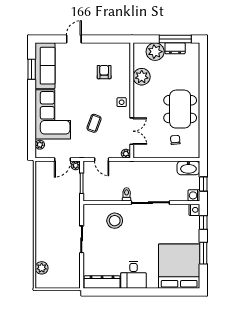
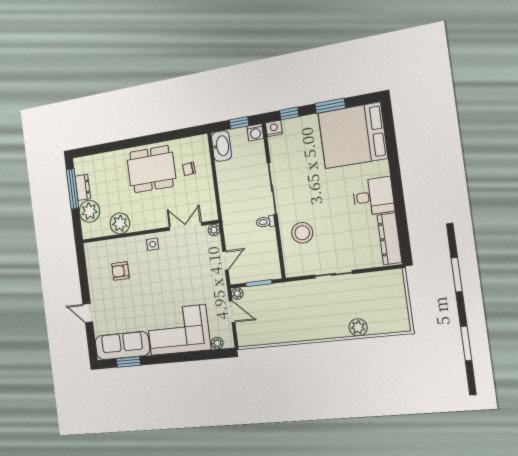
coffee table: (94, 123) -> (182, 276), removed
plant: (42, 268) -> (358, 327), moved

